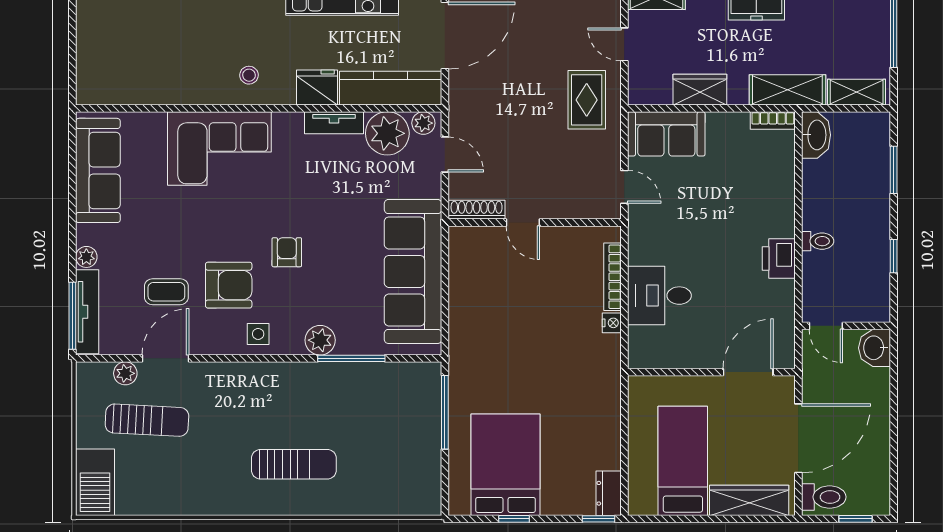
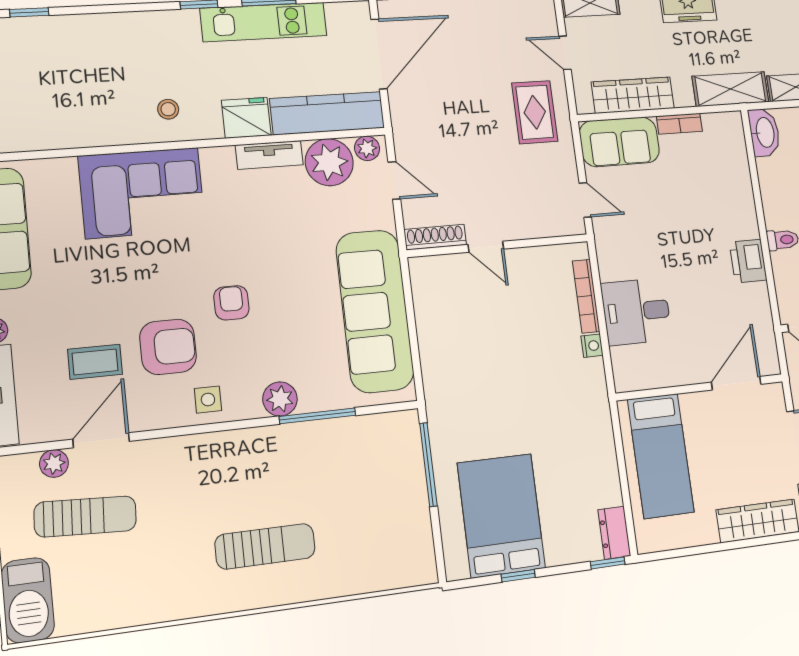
wardrobe: (700, 90) -> (633, 95), width x1.50
bookcase: (773, 121) -> (679, 124), moved
bed: (683, 461) -> (661, 456), moved, turned 180

